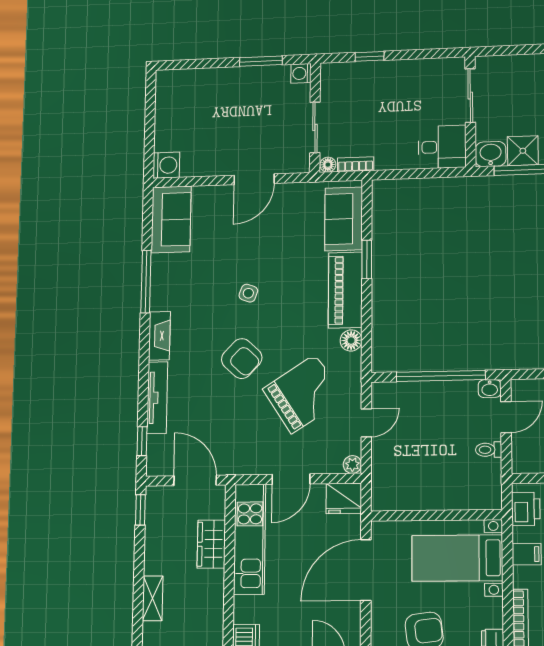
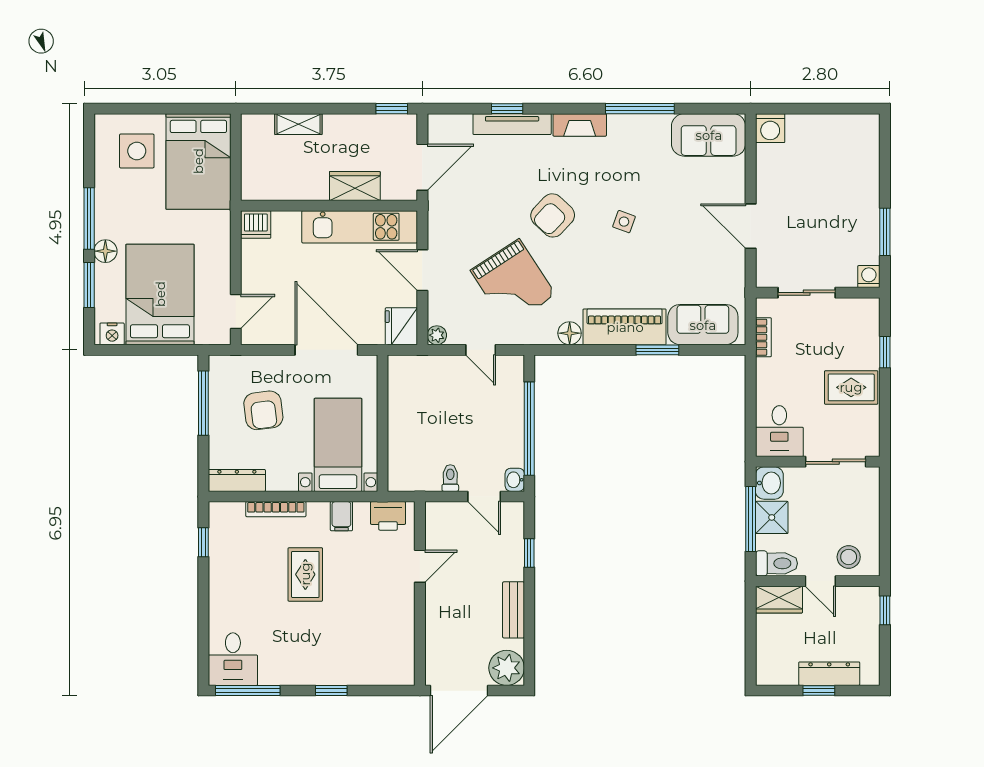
rug: (402, 85) -> (851, 387), added
floor lamp: (328, 165) -> (764, 307), removed
window: (142, 441) -> (507, 109), moved

